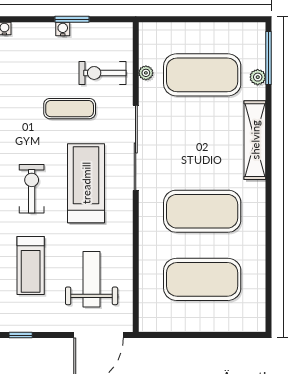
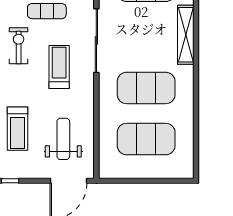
treadmill: (86, 183) -> (59, 67), width x0.73, depth x0.73
exercise bike: (32, 189) -> (19, 46), moved

